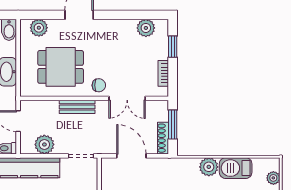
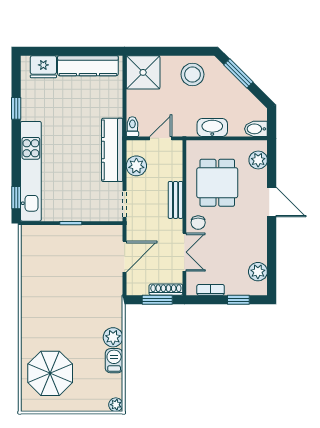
double door: (127, 98) -> (184, 252), swing flipped
shoe rack: (163, 138) -> (166, 290), moved
barbecue: (236, 168) -> (114, 361), width x0.73, depth x0.79
plant: (273, 178) -> (116, 405), moved

